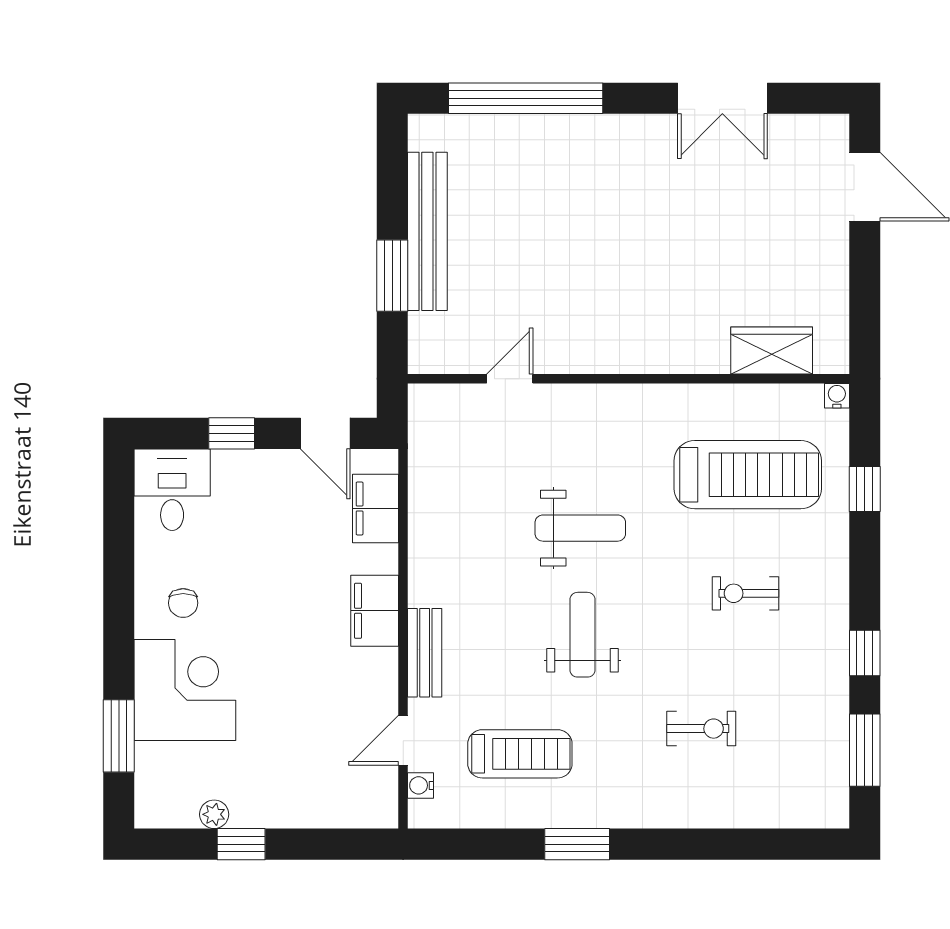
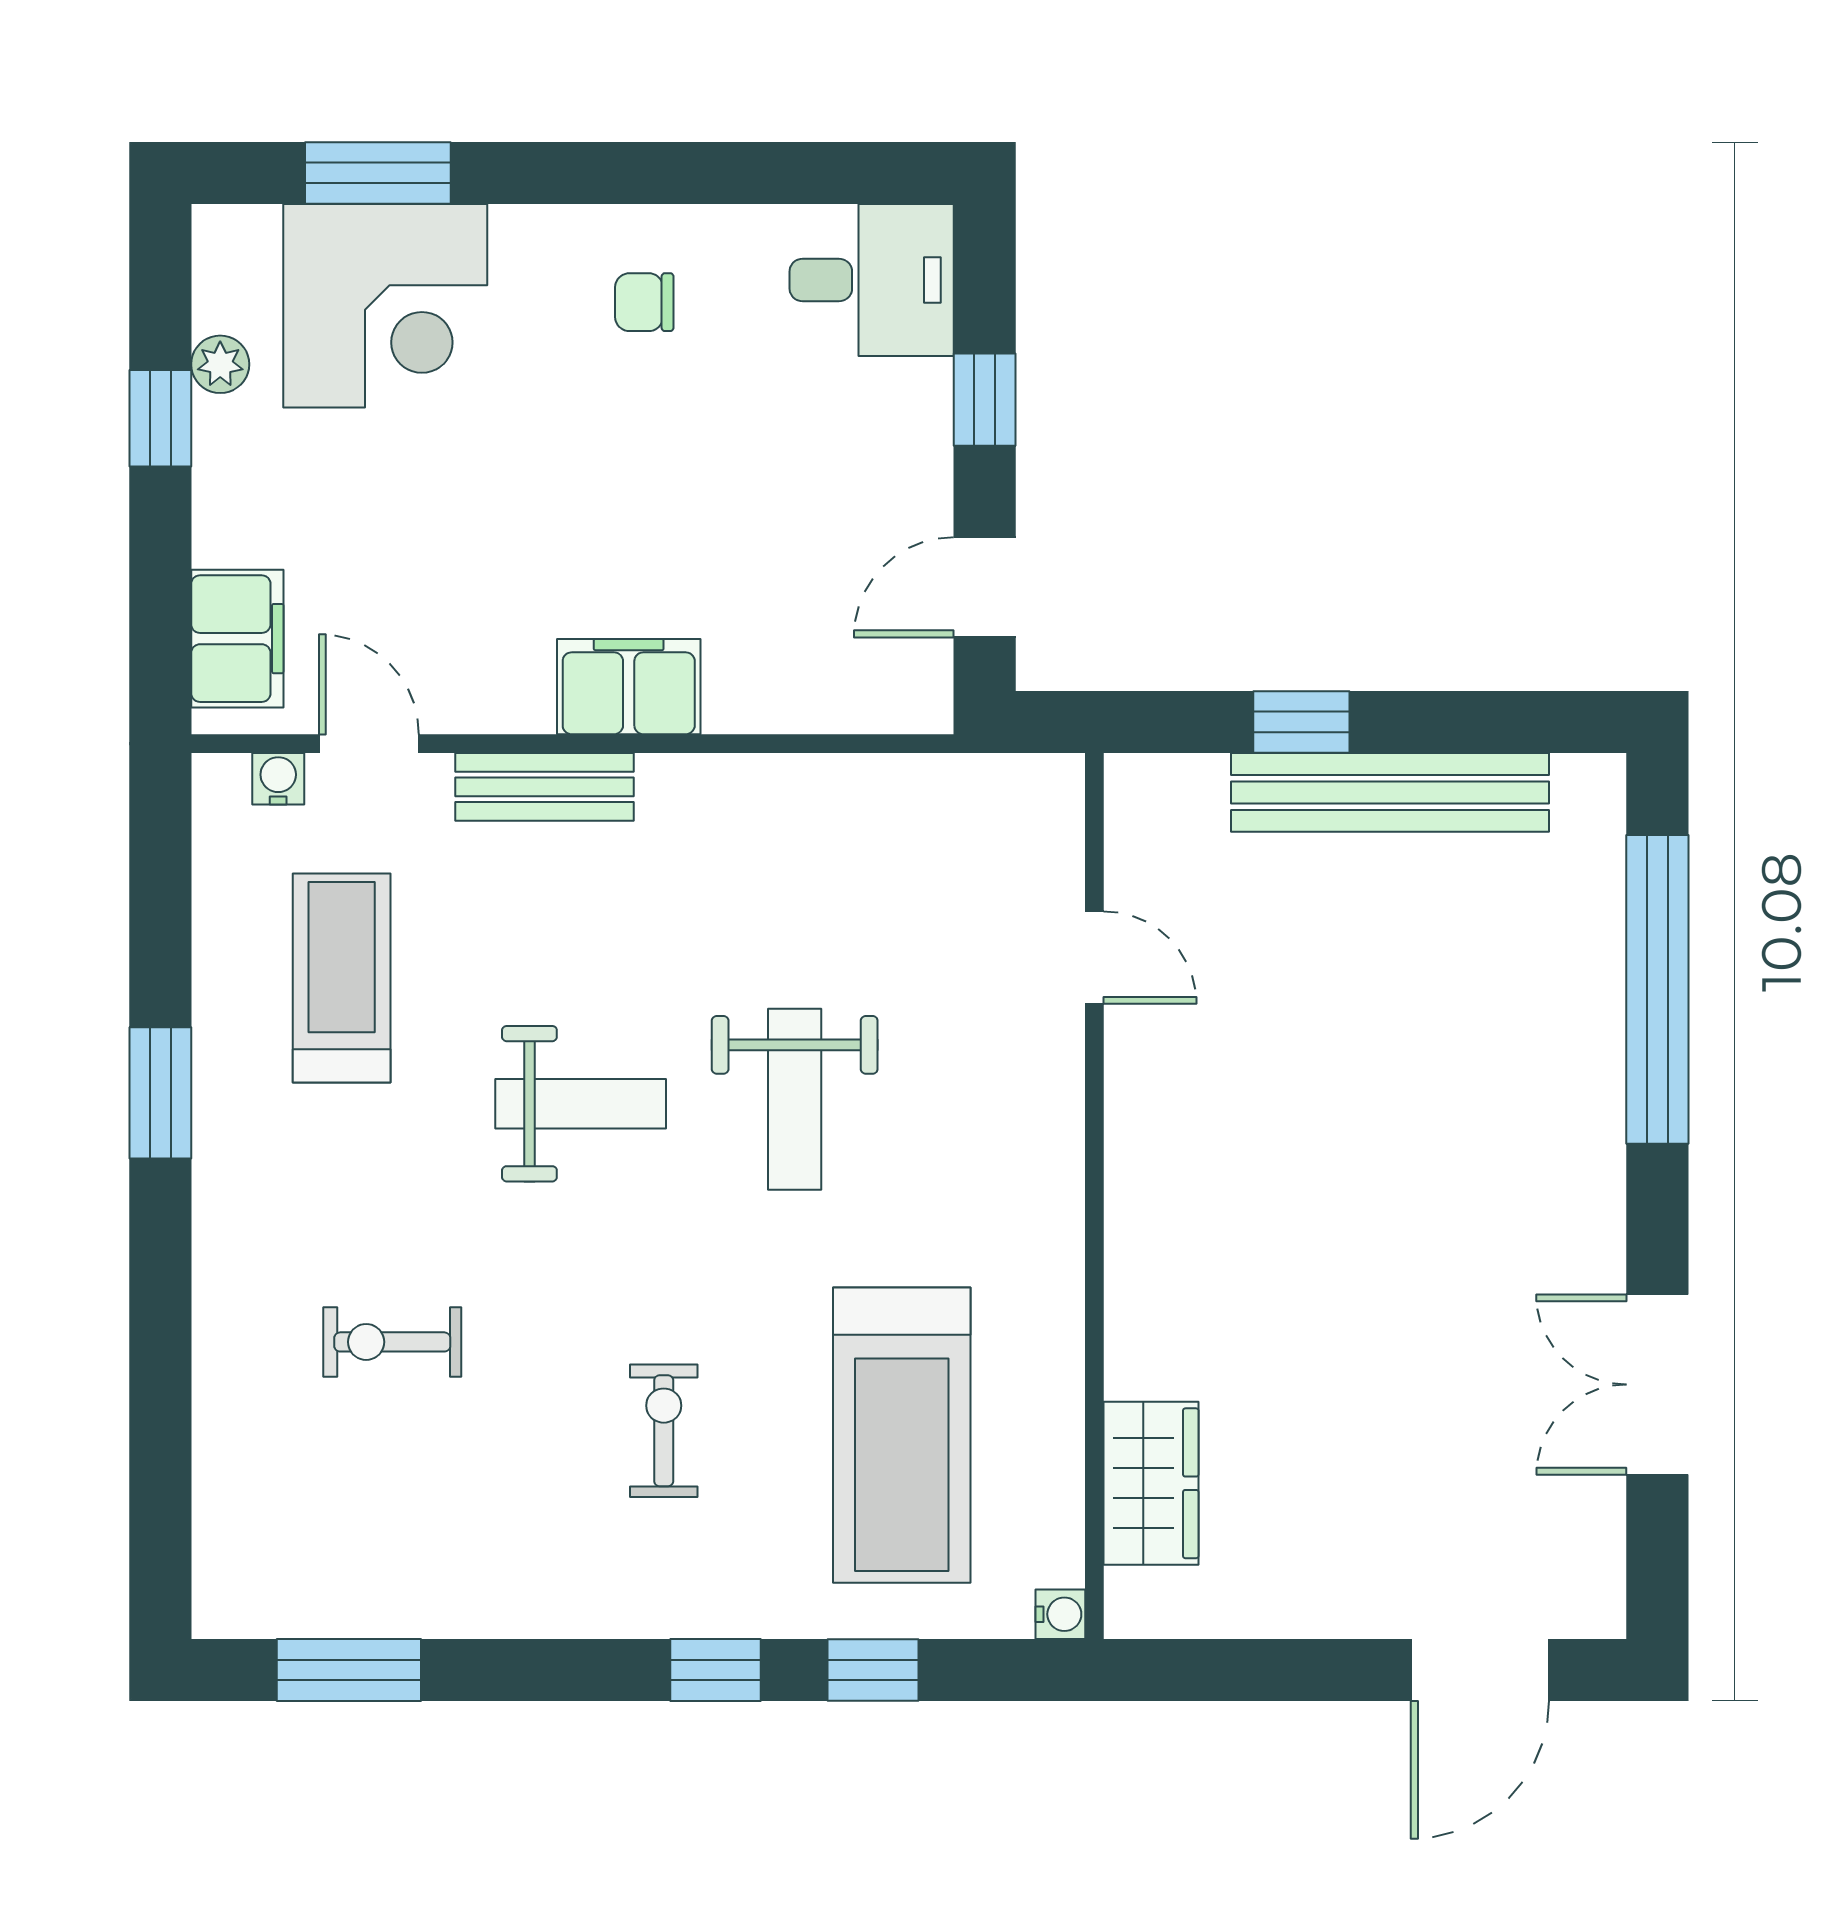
window: (392, 276) -> (1301, 722), width x0.67
filing cabinet: (376, 508) -> (237, 639), moved, turned 90
window: (865, 653) -> (715, 1670), moved
corner desk: (185, 690) -> (385, 306), moved
exercise bike: (701, 729) -> (392, 1342), turned 90
treadmill: (520, 754) -> (342, 978), turned 180

